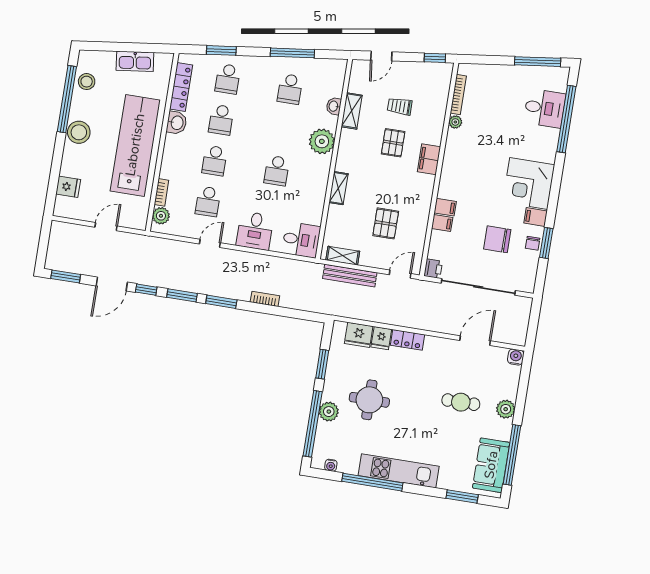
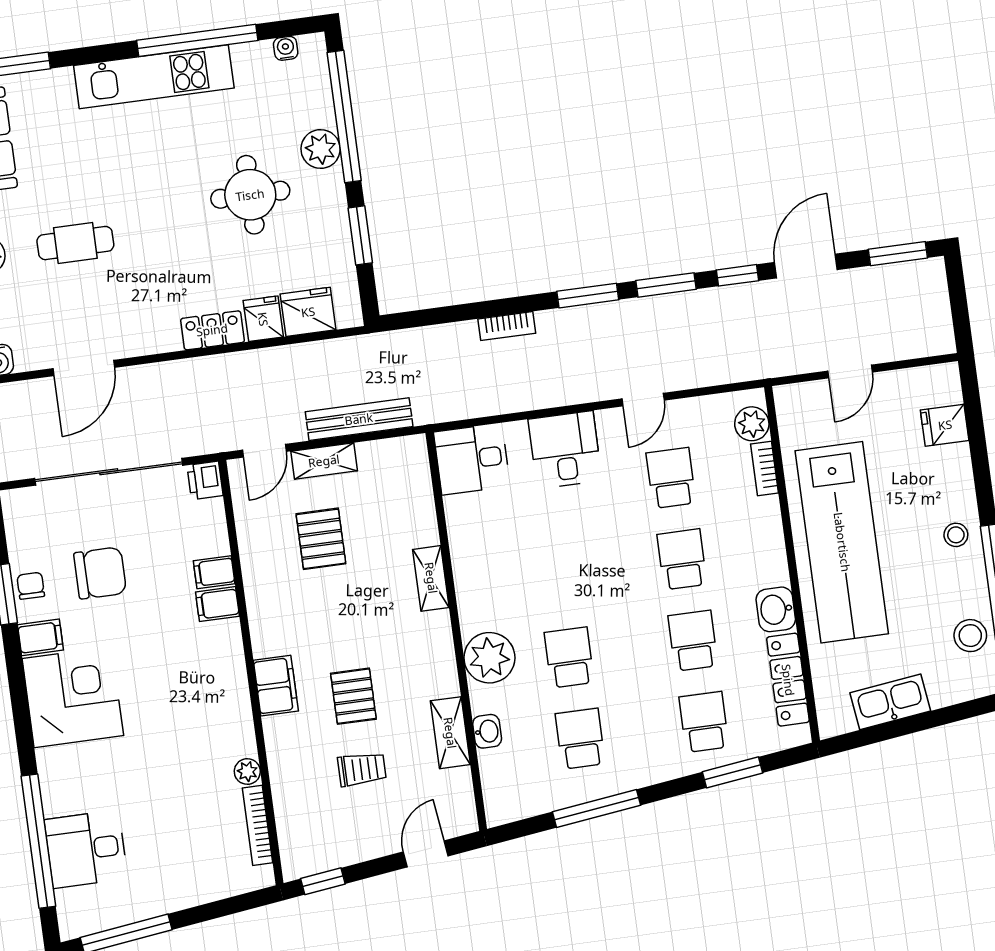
stool: (79, 132) -> (956, 535), width x0.53, depth x0.53
school desk: (277, 171) -> (569, 657), moved
shelving: (343, 256) -> (324, 461), moved

